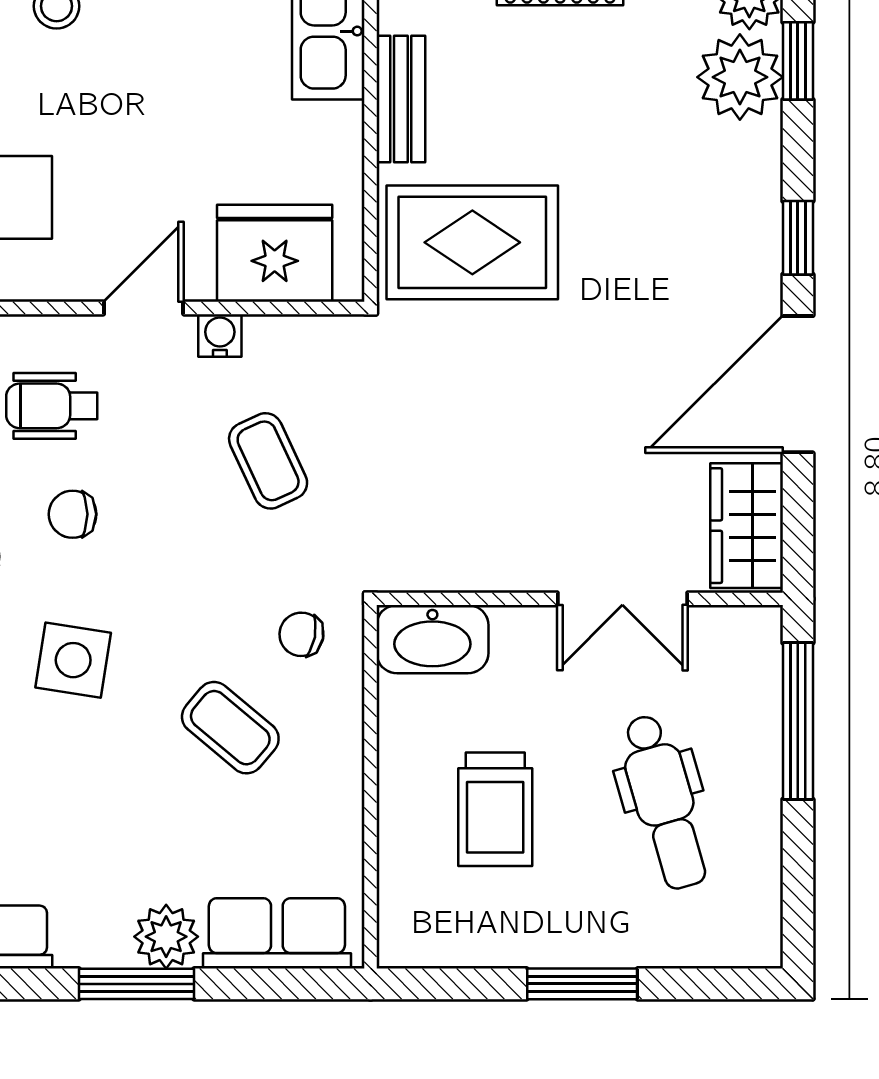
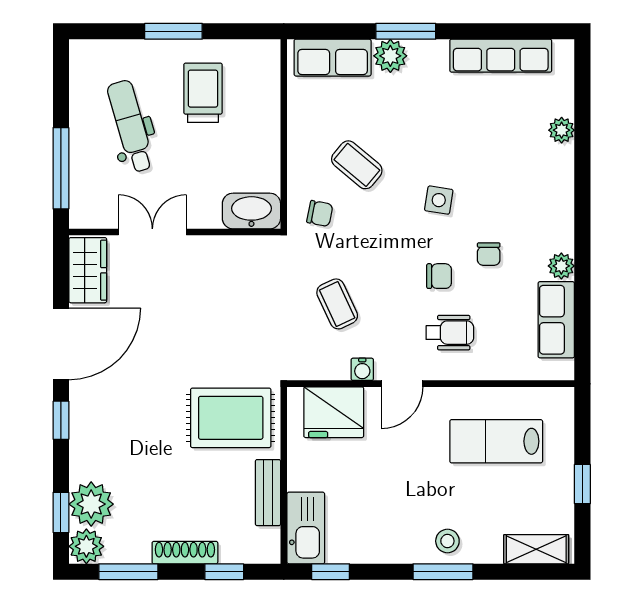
side table: (73, 660) -> (439, 200), width x0.73, depth x0.73
trolley: (495, 809) -> (203, 93), moved

